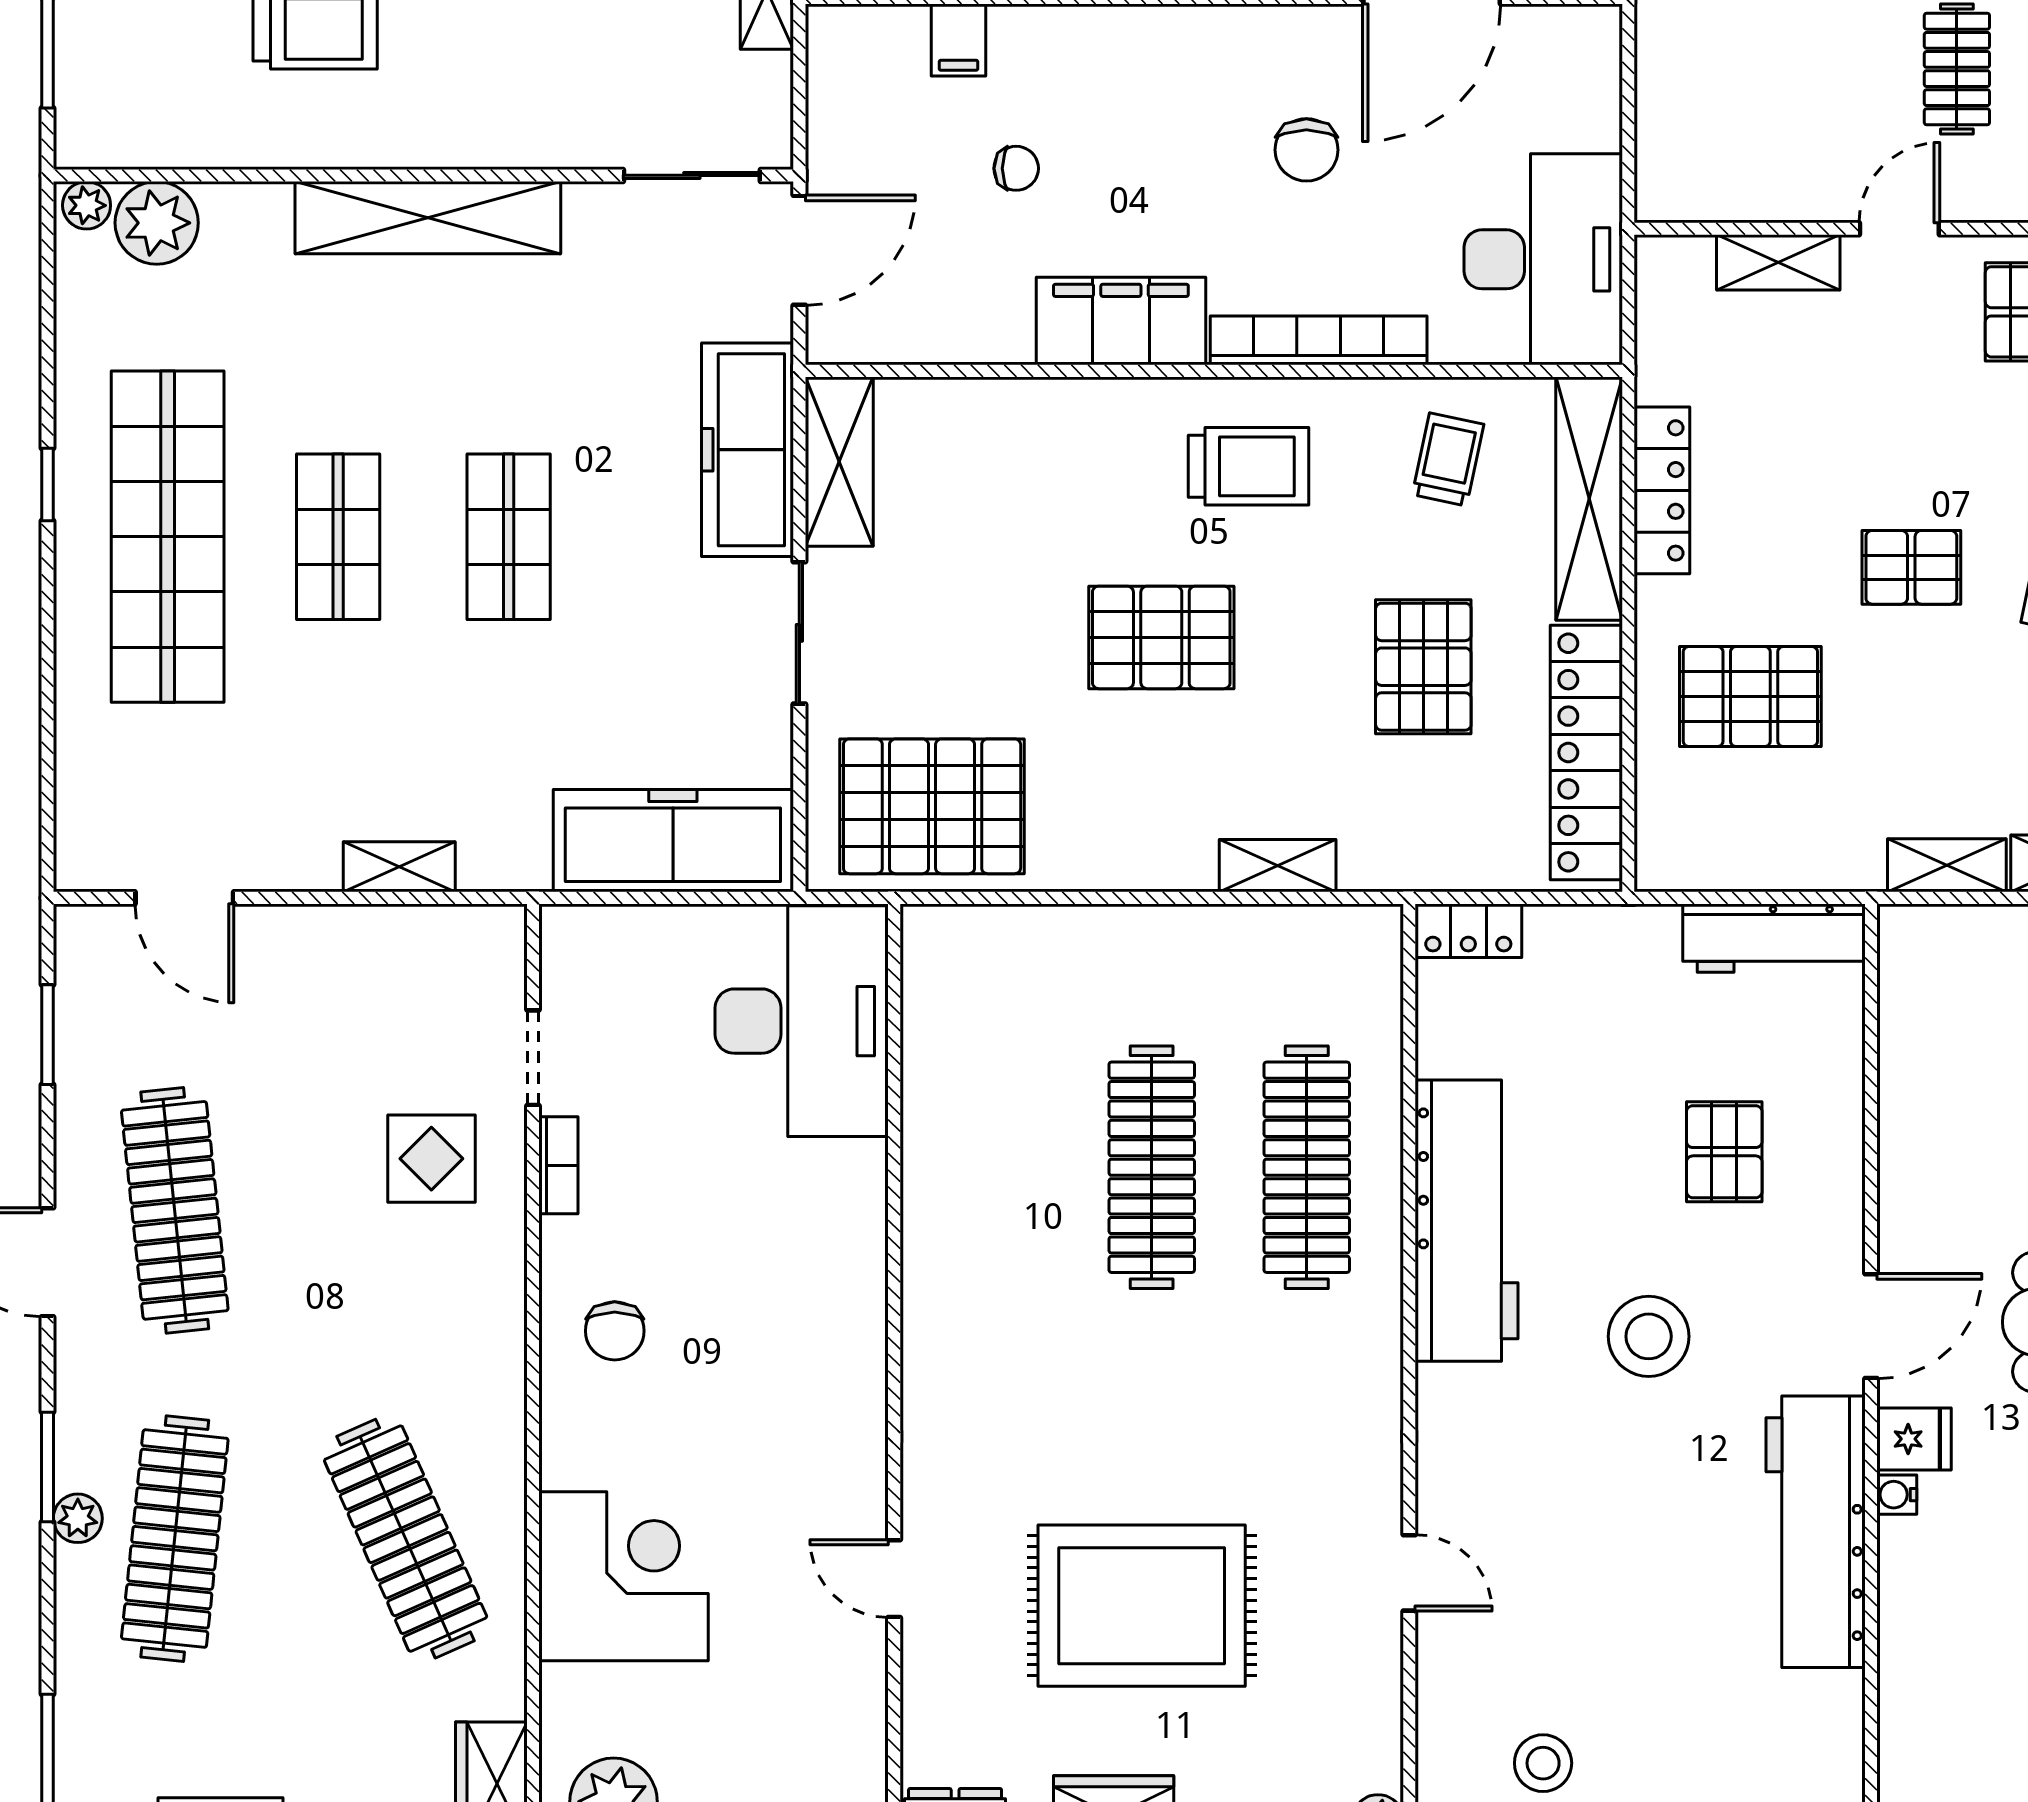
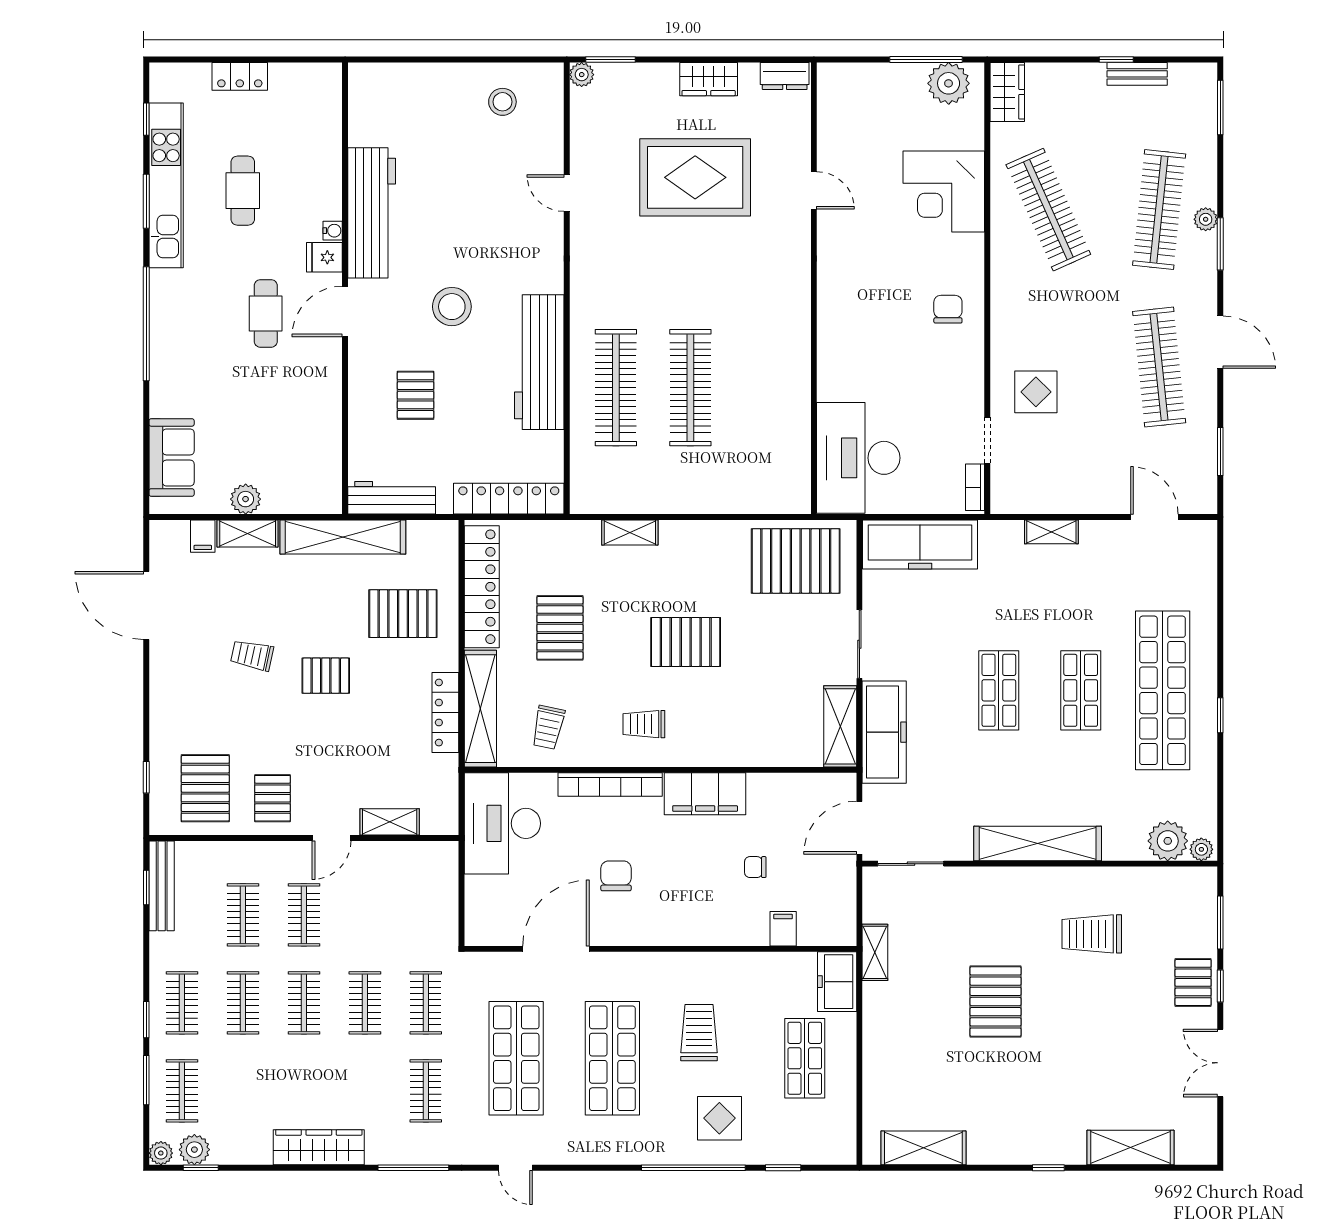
trolley: (1248, 466) -> (644, 724), width x0.73, depth x0.72
shelving: (1947, 865) -> (343, 537), width x2.20, depth x1.33
locker: (1468, 931) -> (509, 499), width x2.16, depth x1.21
bookcase: (558, 1165) -> (975, 487), moved

